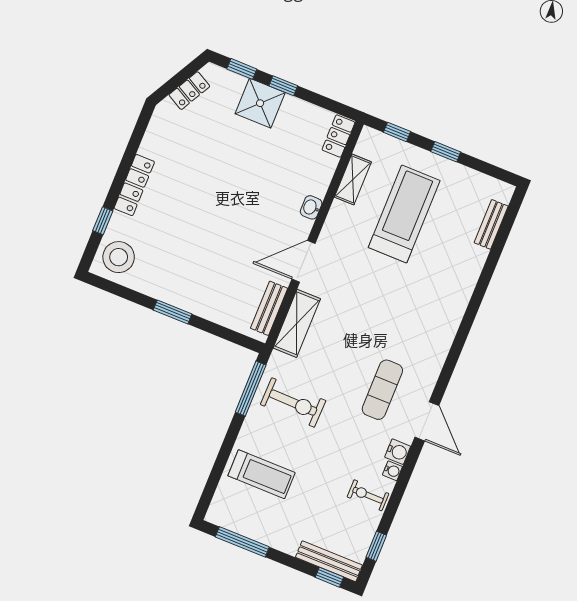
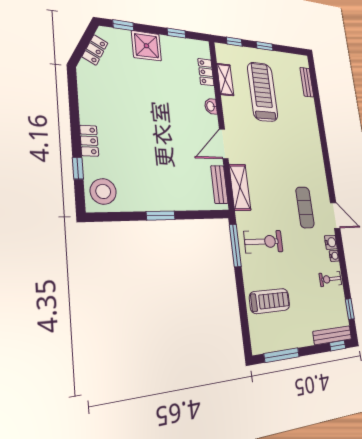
window: (283, 86) -> (176, 33), moved
locker: (338, 136) -> (206, 72), moved
locker: (134, 185) -> (89, 141), width x0.66

